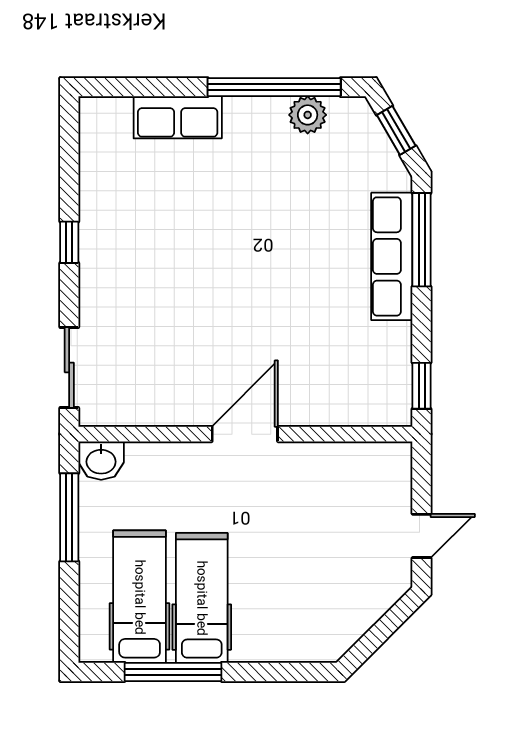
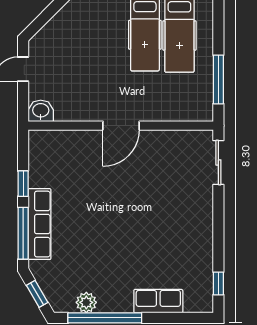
window: (69, 242) -> (218, 283), moved
window: (422, 386) -> (23, 184), moved
washbasin: (101, 461) -> (41, 111), moved

